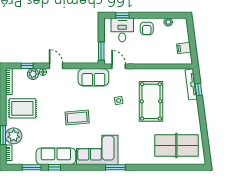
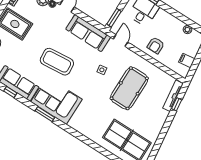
armchair: (147, 28) -> (156, 45), moved
sofa: (93, 77) -> (88, 33), width x1.36
coffee table: (77, 117) -> (57, 62), width x1.36, depth x1.32
window: (115, 167) -> (45, 114), moved

